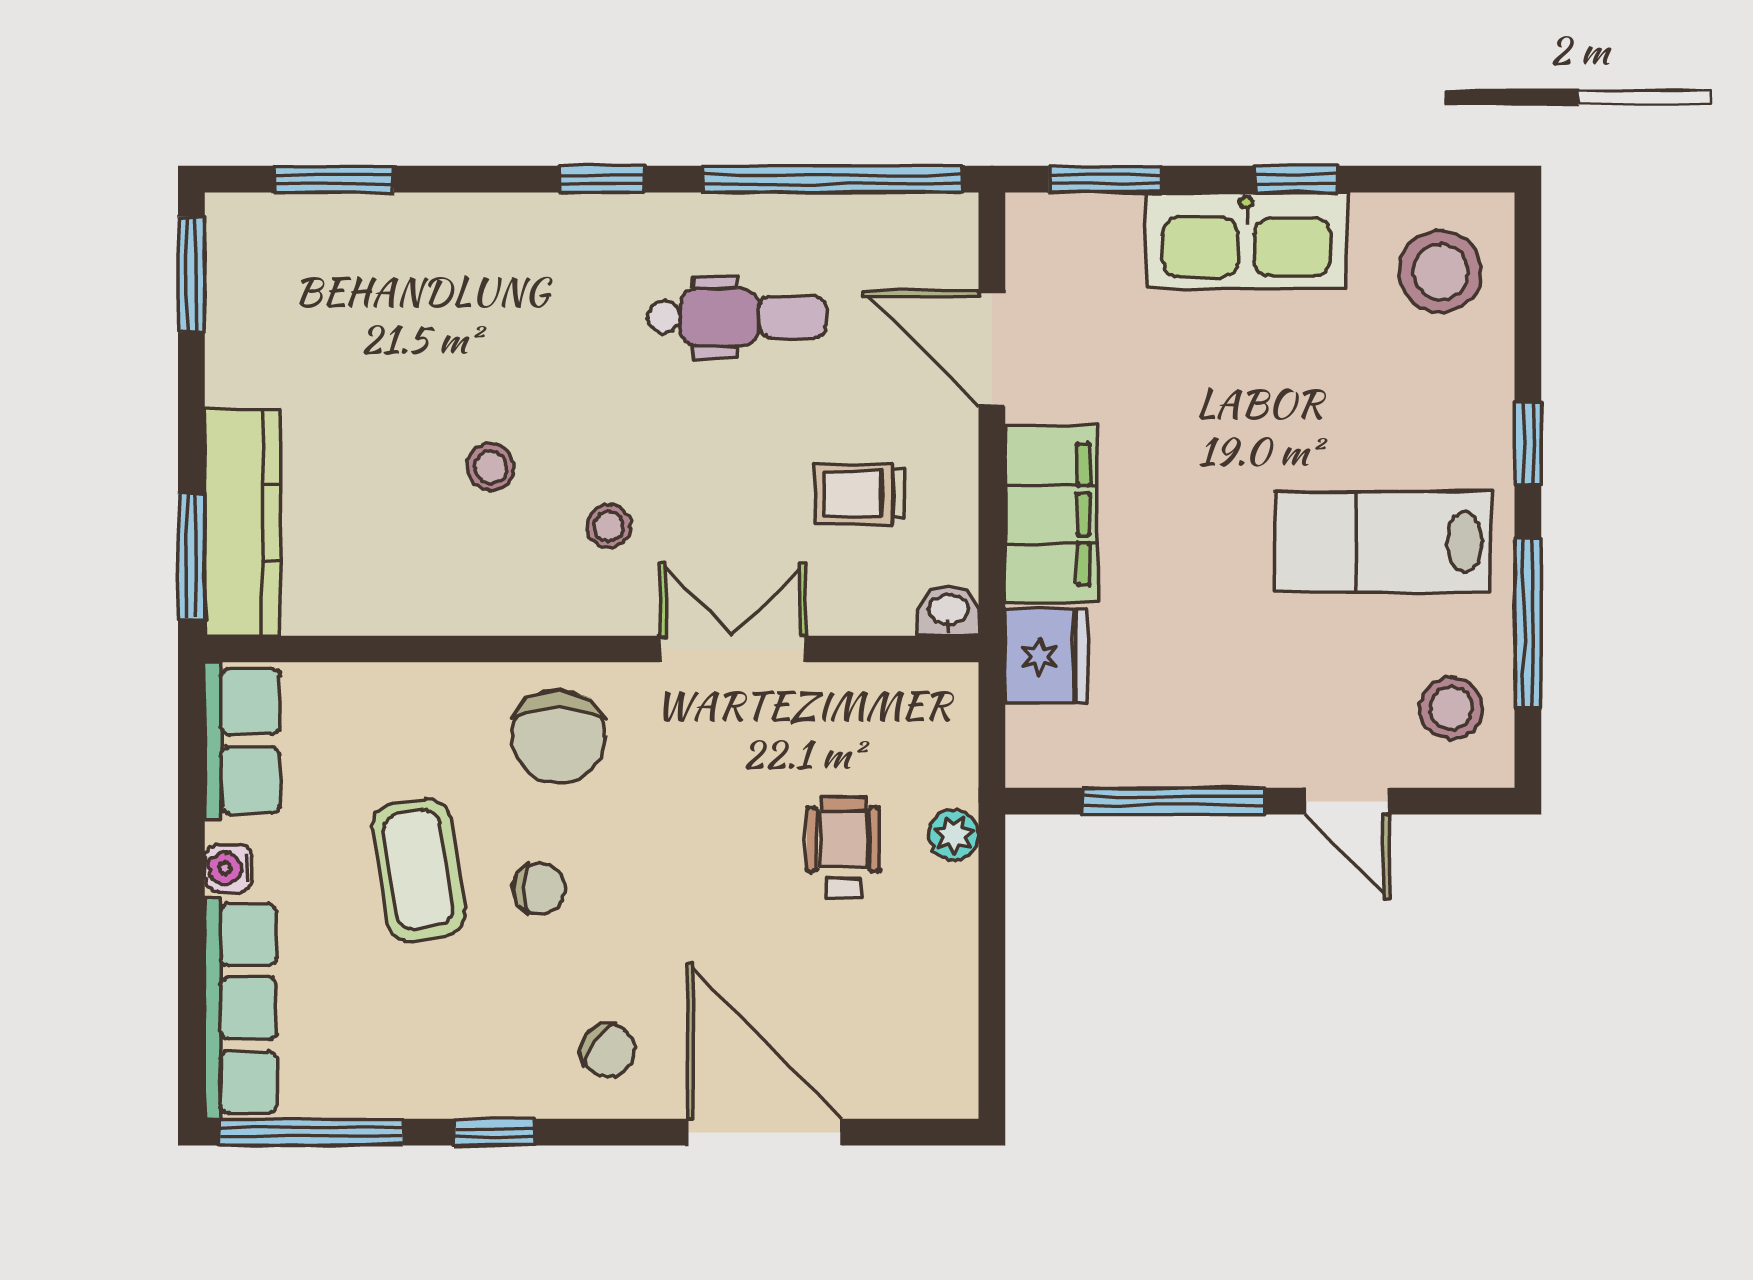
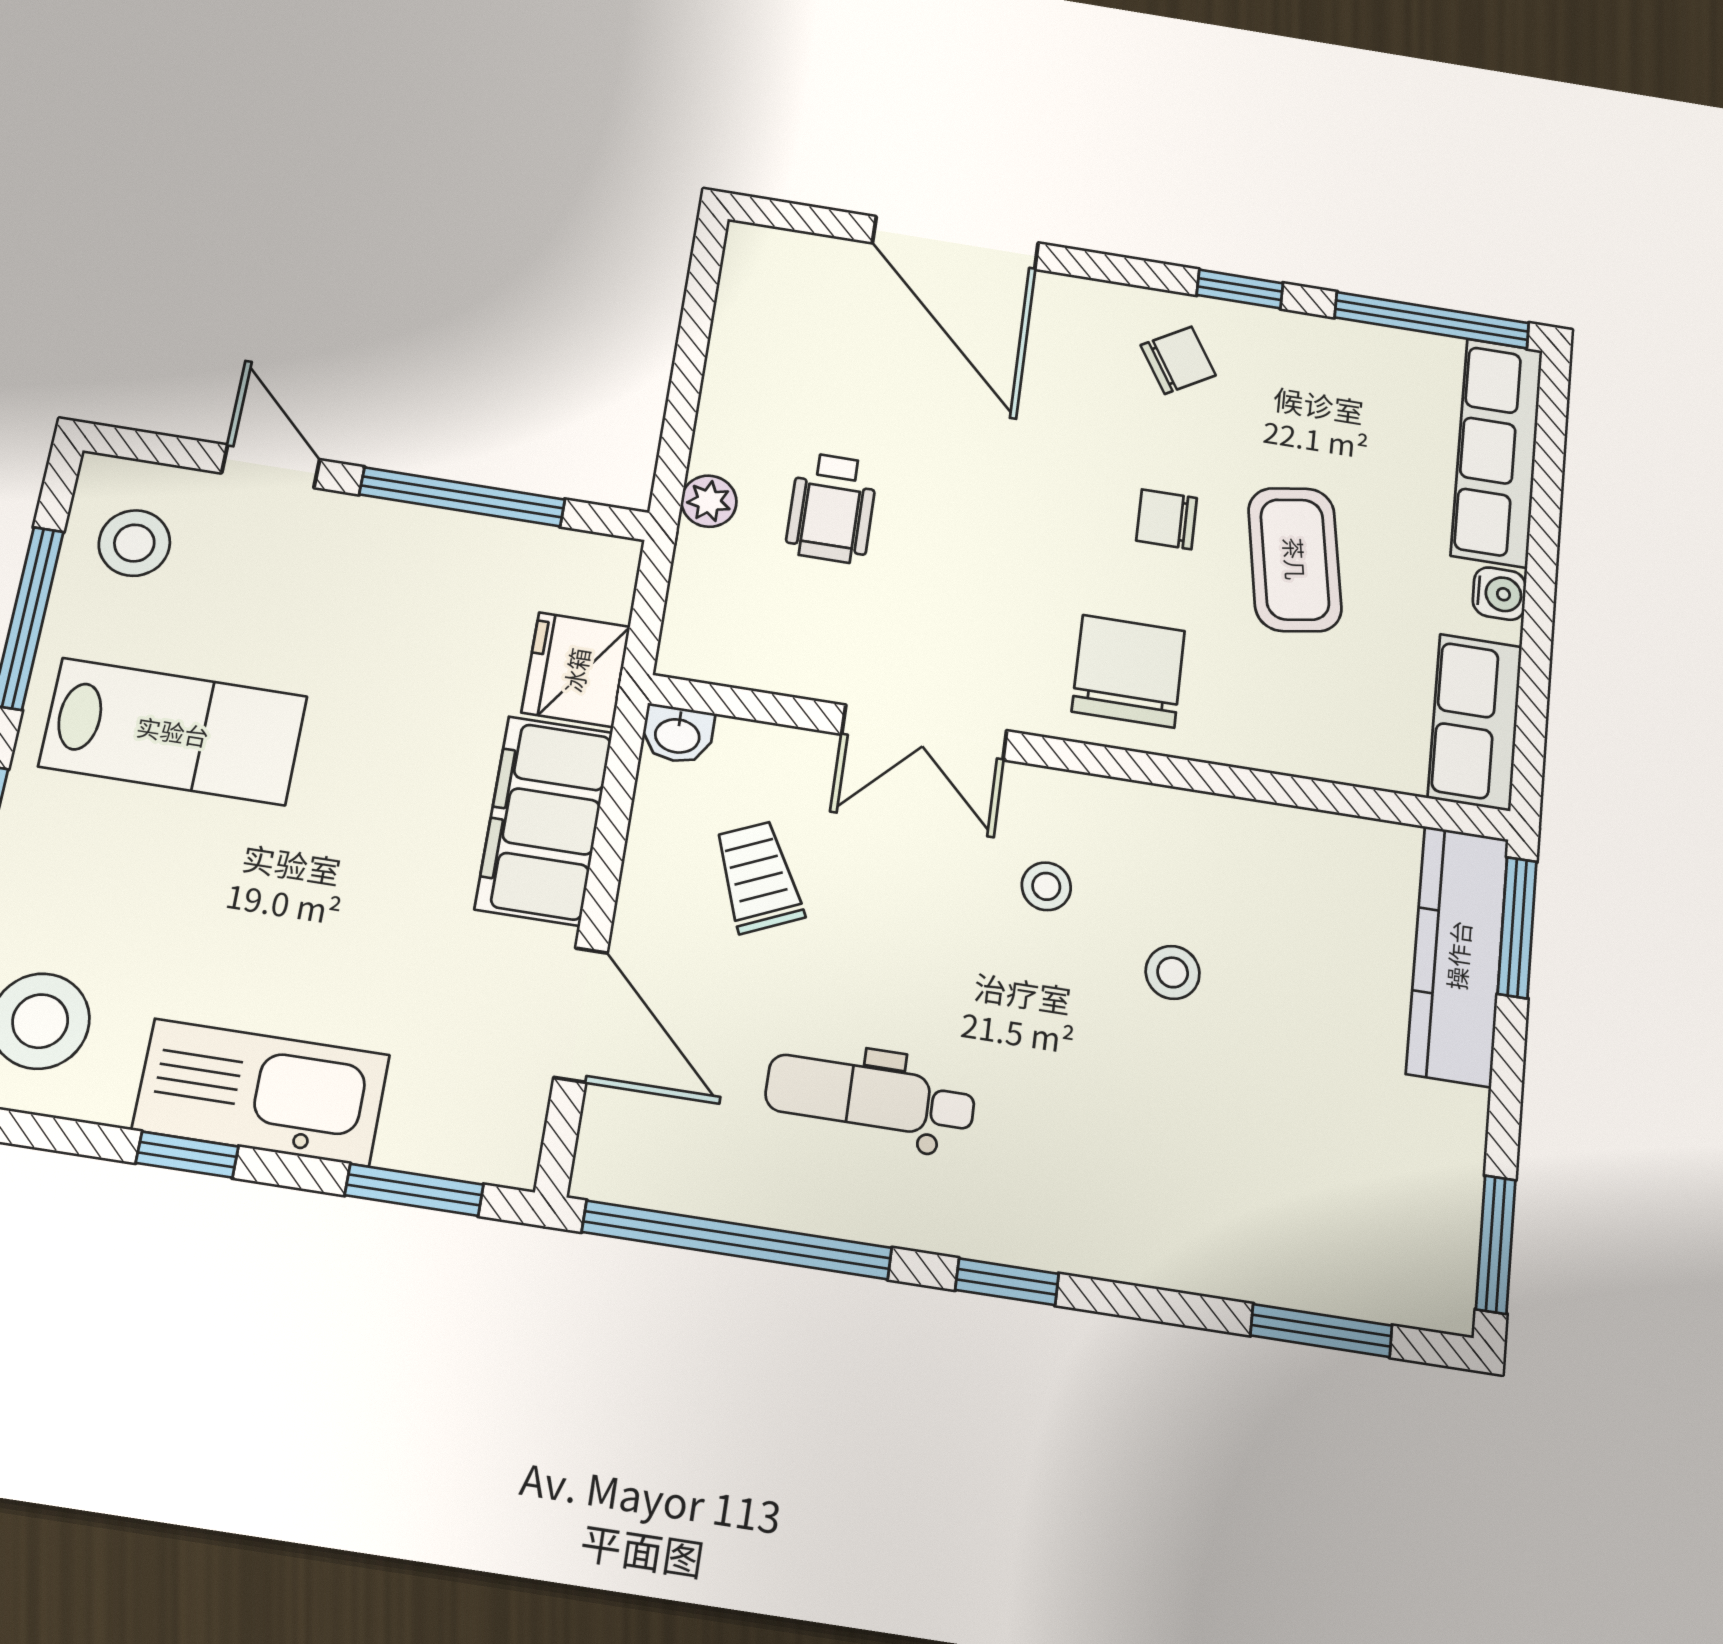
trolley: (859, 494) -> (758, 877), turned -114
chair: (608, 1050) -> (1178, 360), moved, turned 112

